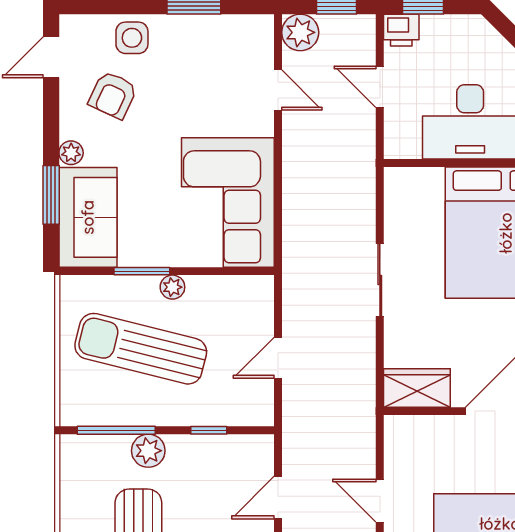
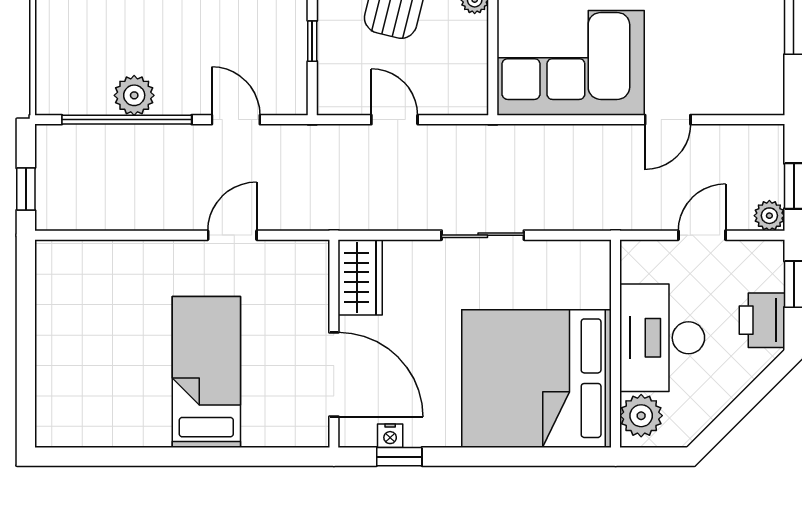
printer: (401, 30) -> (762, 320), moved, width x1.36, depth x1.24
plant: (300, 32) -> (769, 216), moved, width x0.73, depth x0.73
door: (278, 90) -> (668, 120), moved

